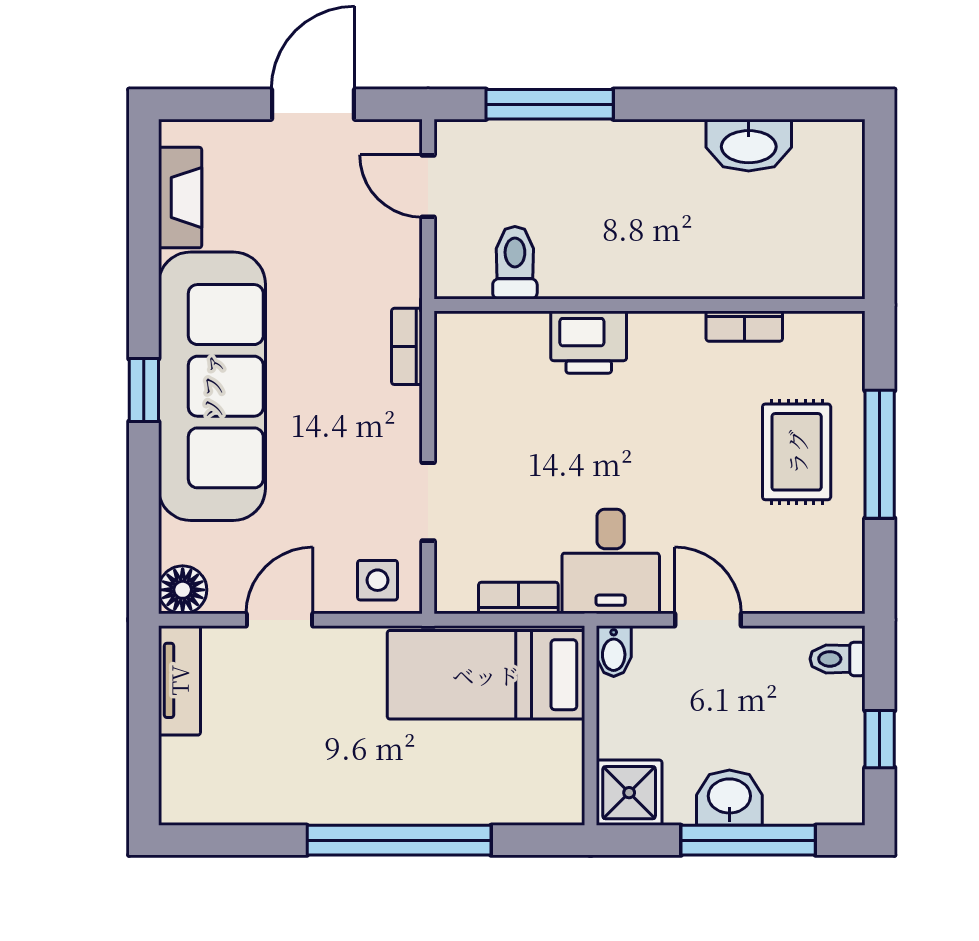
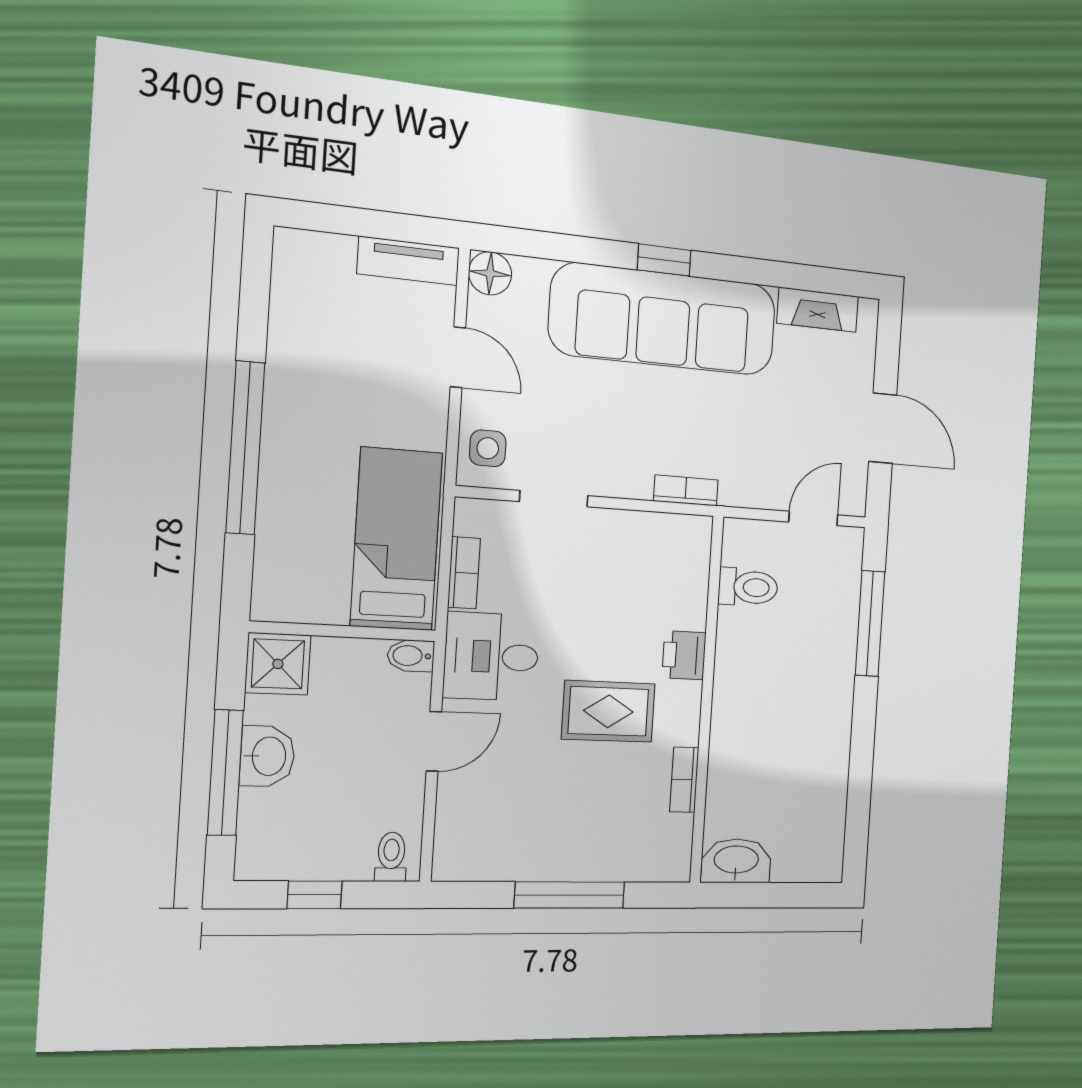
washbasin: (749, 145) -> (736, 861), moved, turned 90
printer: (589, 342) -> (684, 655), width x0.73, depth x0.81
rug: (797, 452) -> (608, 711), moved

